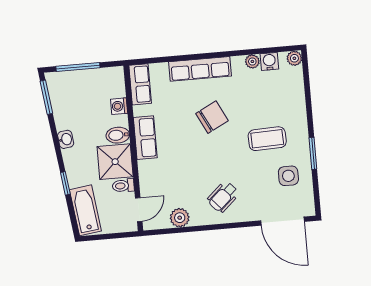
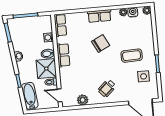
row of seats: (200, 69) -> (99, 16), width x0.68
door: (139, 210) -> (60, 95), swing flipped

